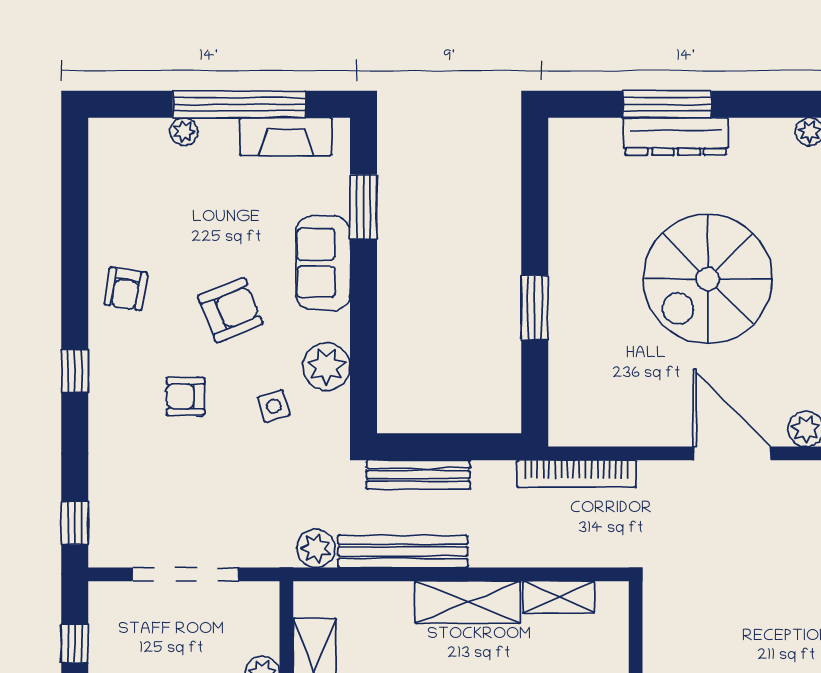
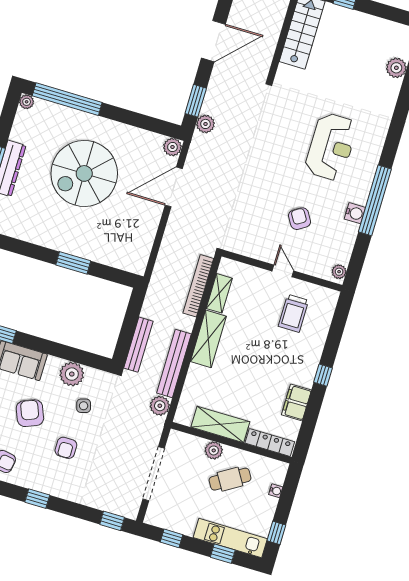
spiral stairs: (708, 279) -> (84, 173), turned 90
bookcase: (577, 474) -> (198, 286), moved, turned 180

